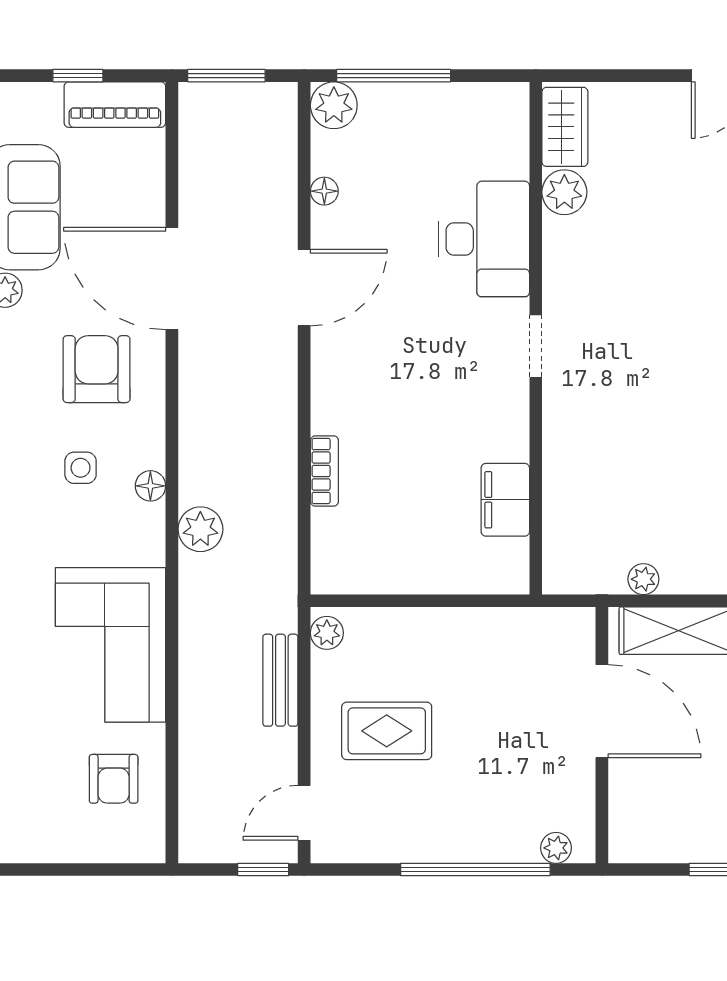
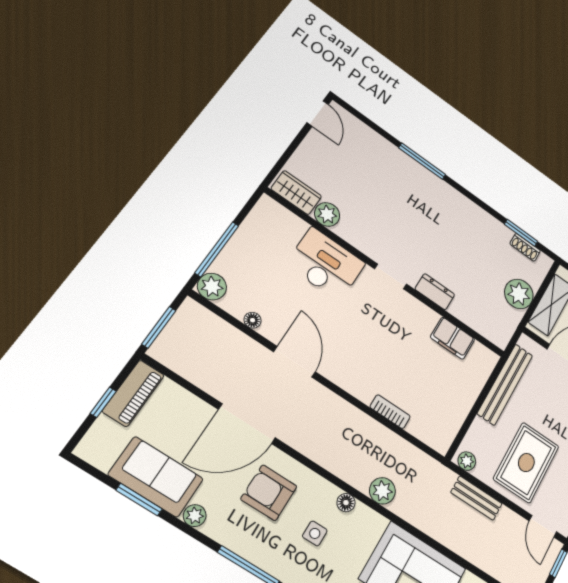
dresser: (561, 428) -> (435, 292), added
plant: (643, 579) -> (519, 294), width x1.87, depth x1.87
bench: (489, 627) -> (505, 384), added
rug: (387, 731) -> (526, 463), width x1.36, depth x1.43

